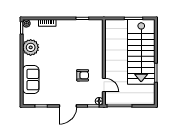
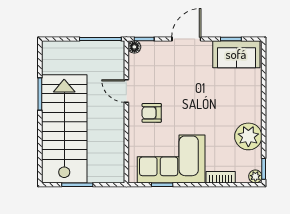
corner sofa: (77, 34) -> (171, 159), added
armchair: (83, 75) -> (152, 113), moved
sofa: (31, 80) -> (236, 54), moved, turned -90
door: (104, 85) -> (126, 91), moved

